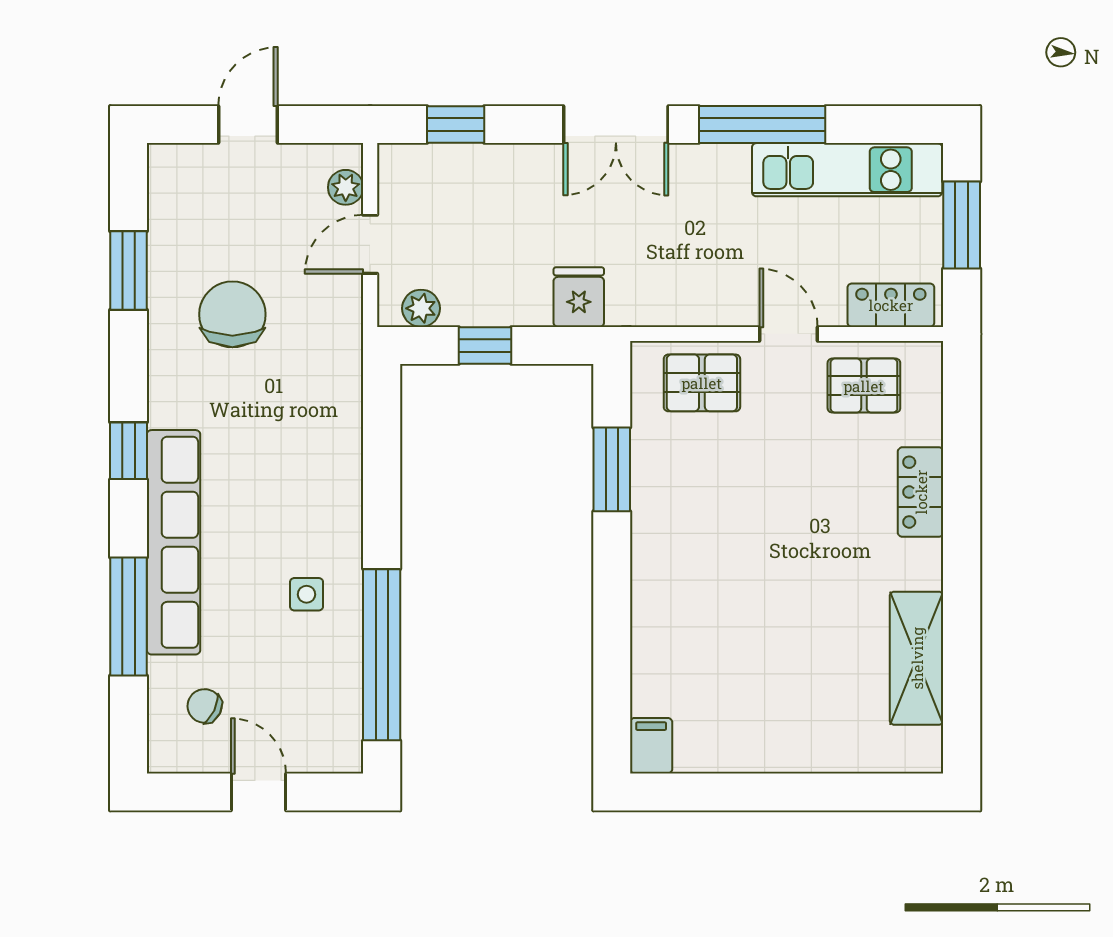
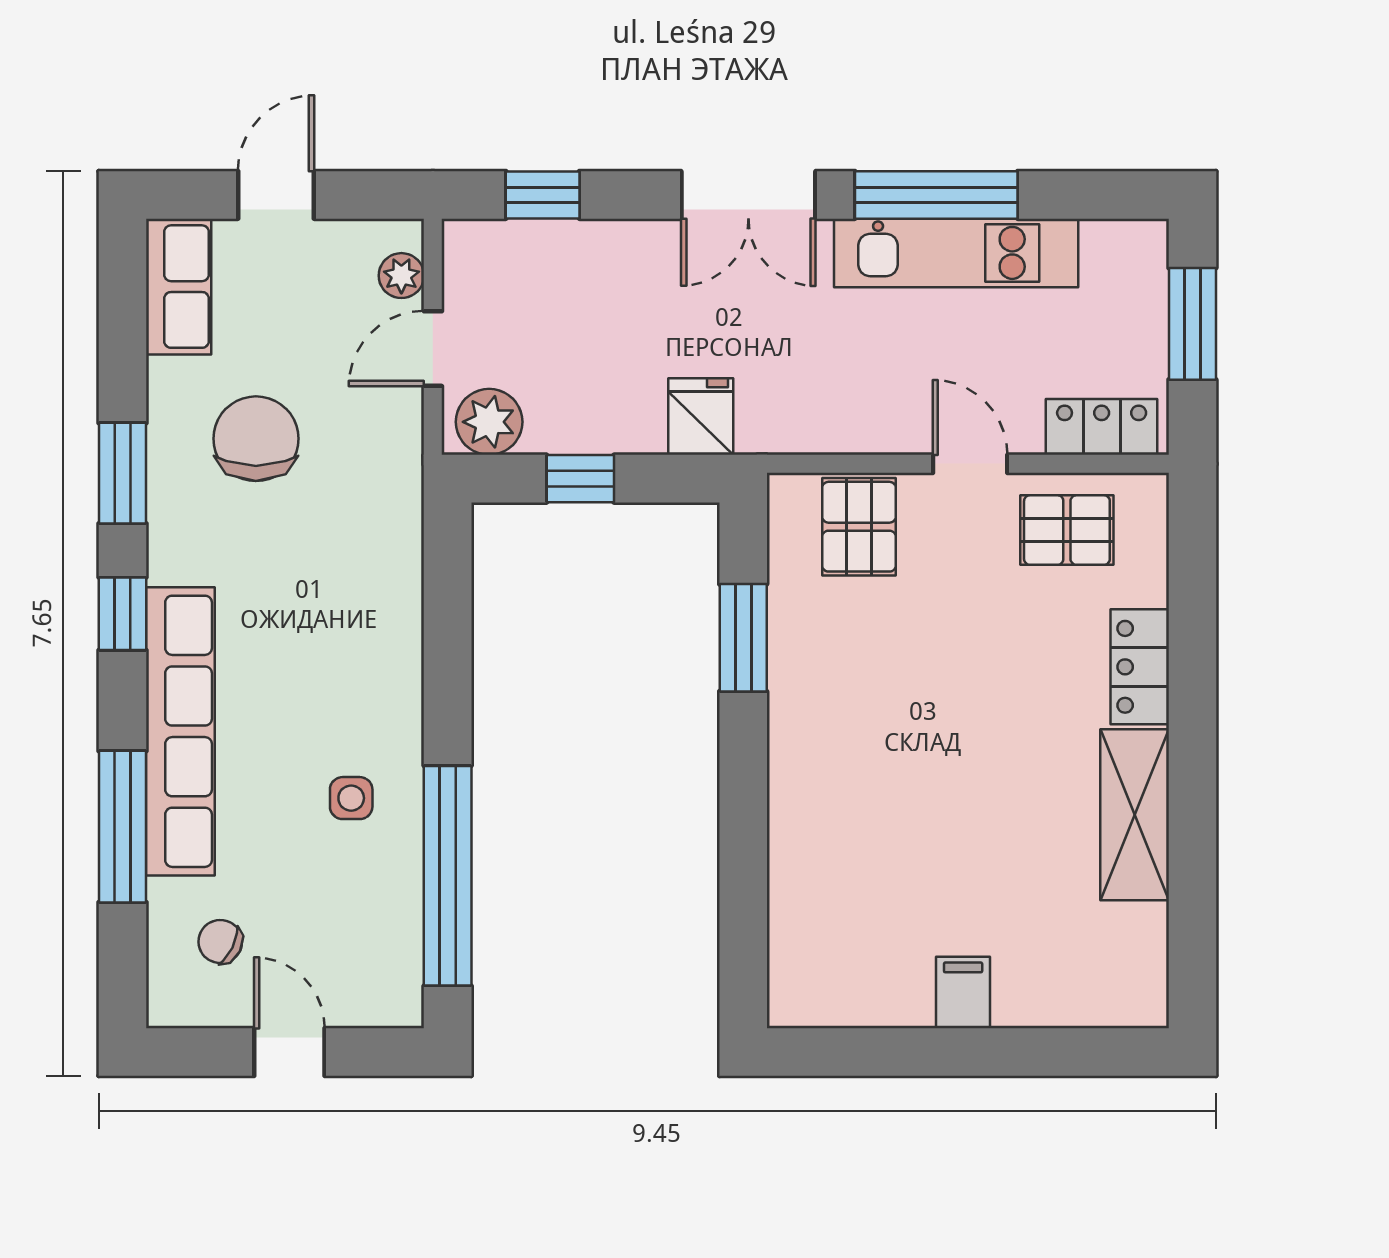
kitchen unit: (847, 170) -> (956, 253), moved
row of seats: (172, 196) -> (179, 287), added
window: (128, 271) -> (123, 473), moved
plant: (421, 308) -> (489, 422), width x1.38, depth x1.38
pallet: (702, 383) -> (859, 527), turned 90
shelving: (917, 658) -> (1135, 815), moved
filing cabinet: (651, 746) -> (963, 993), moved

